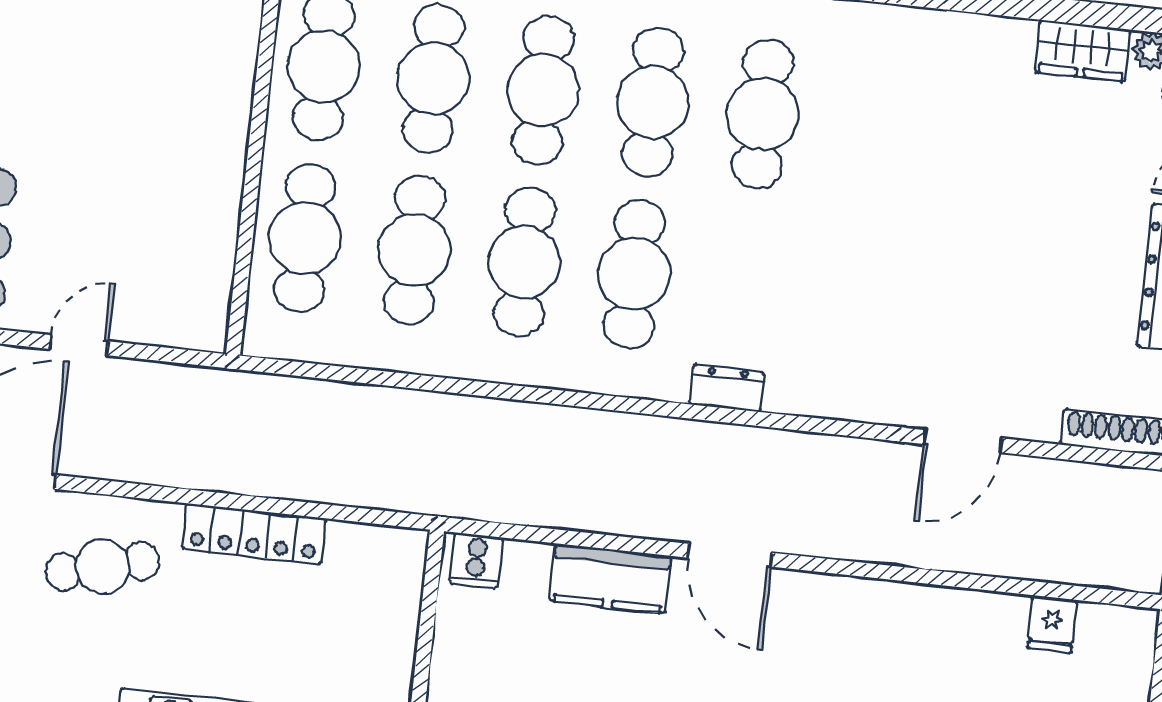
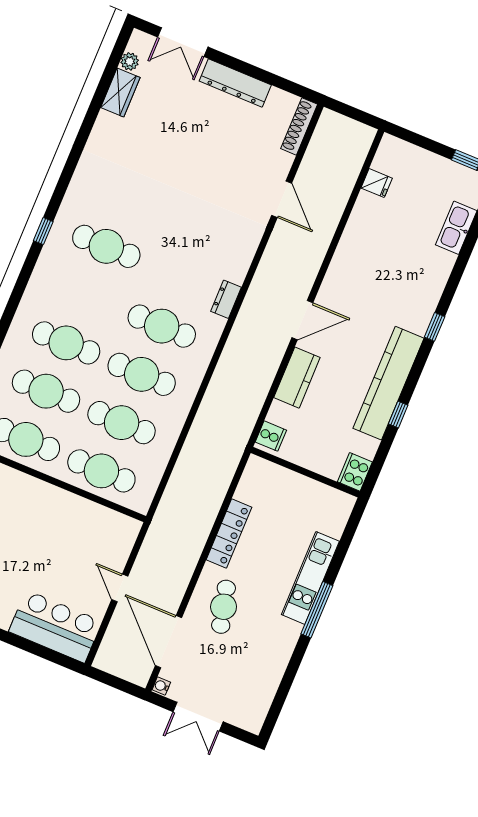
cafe table: (653, 102) -> (86, 295), removed

